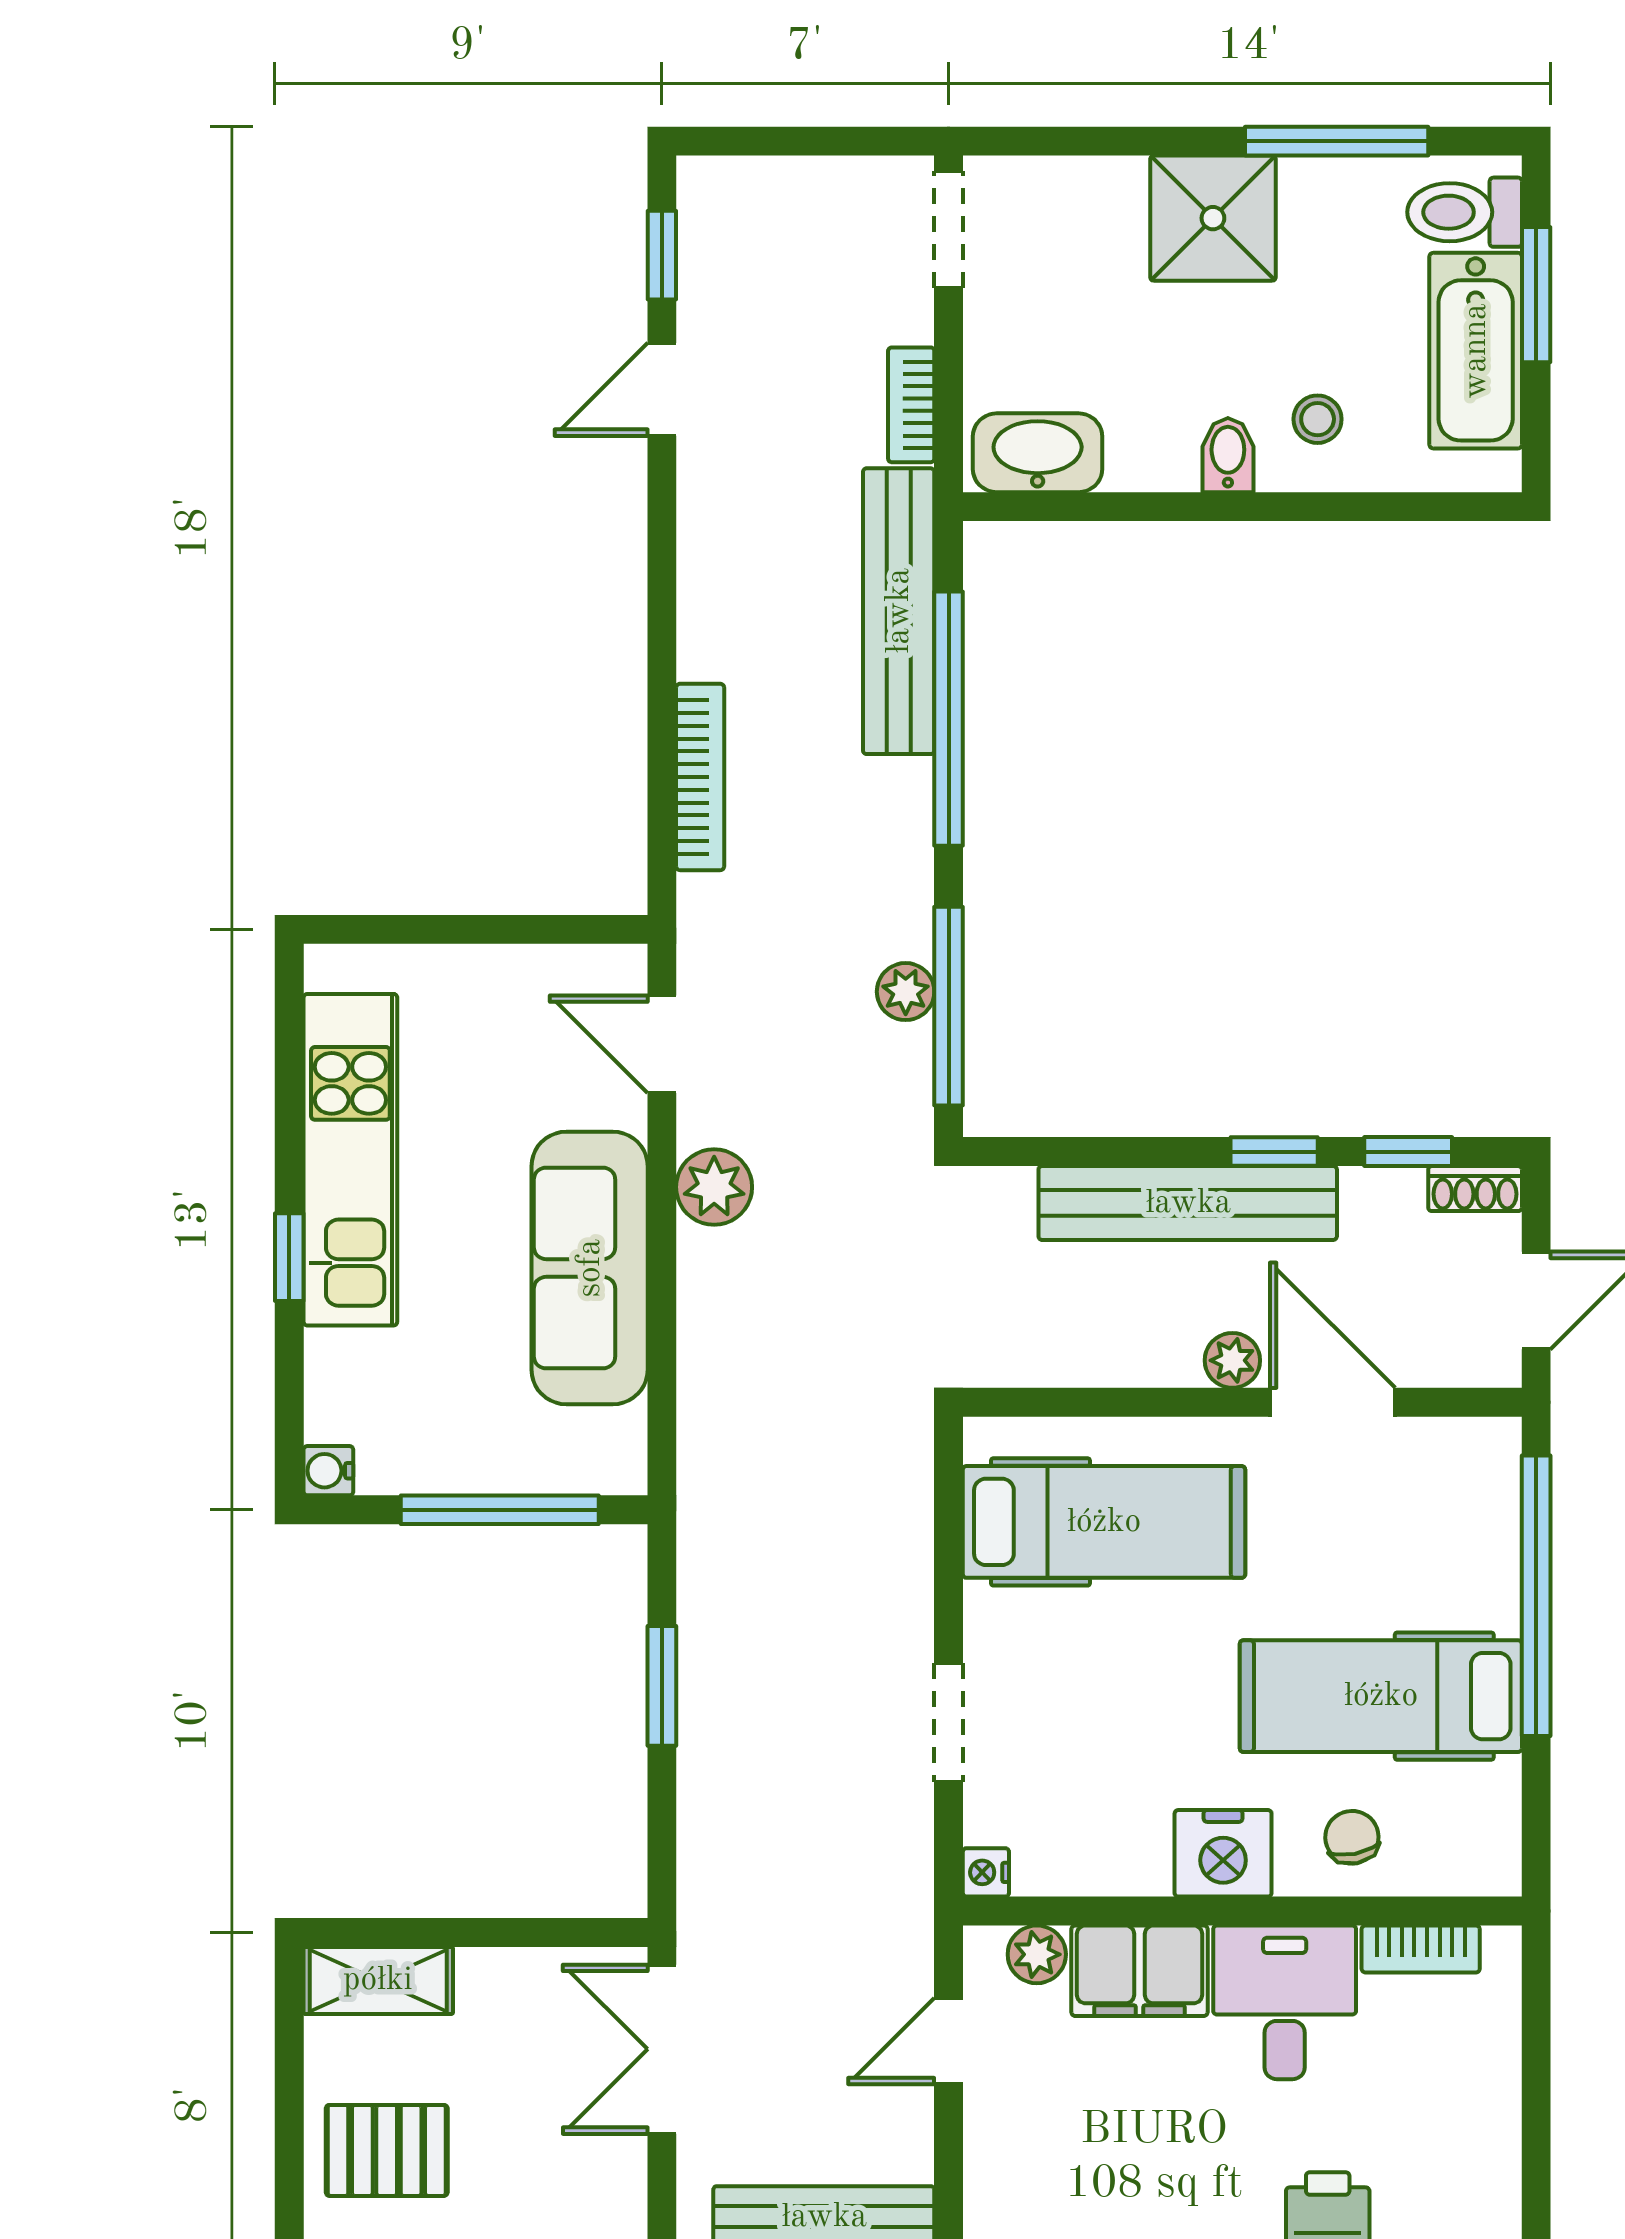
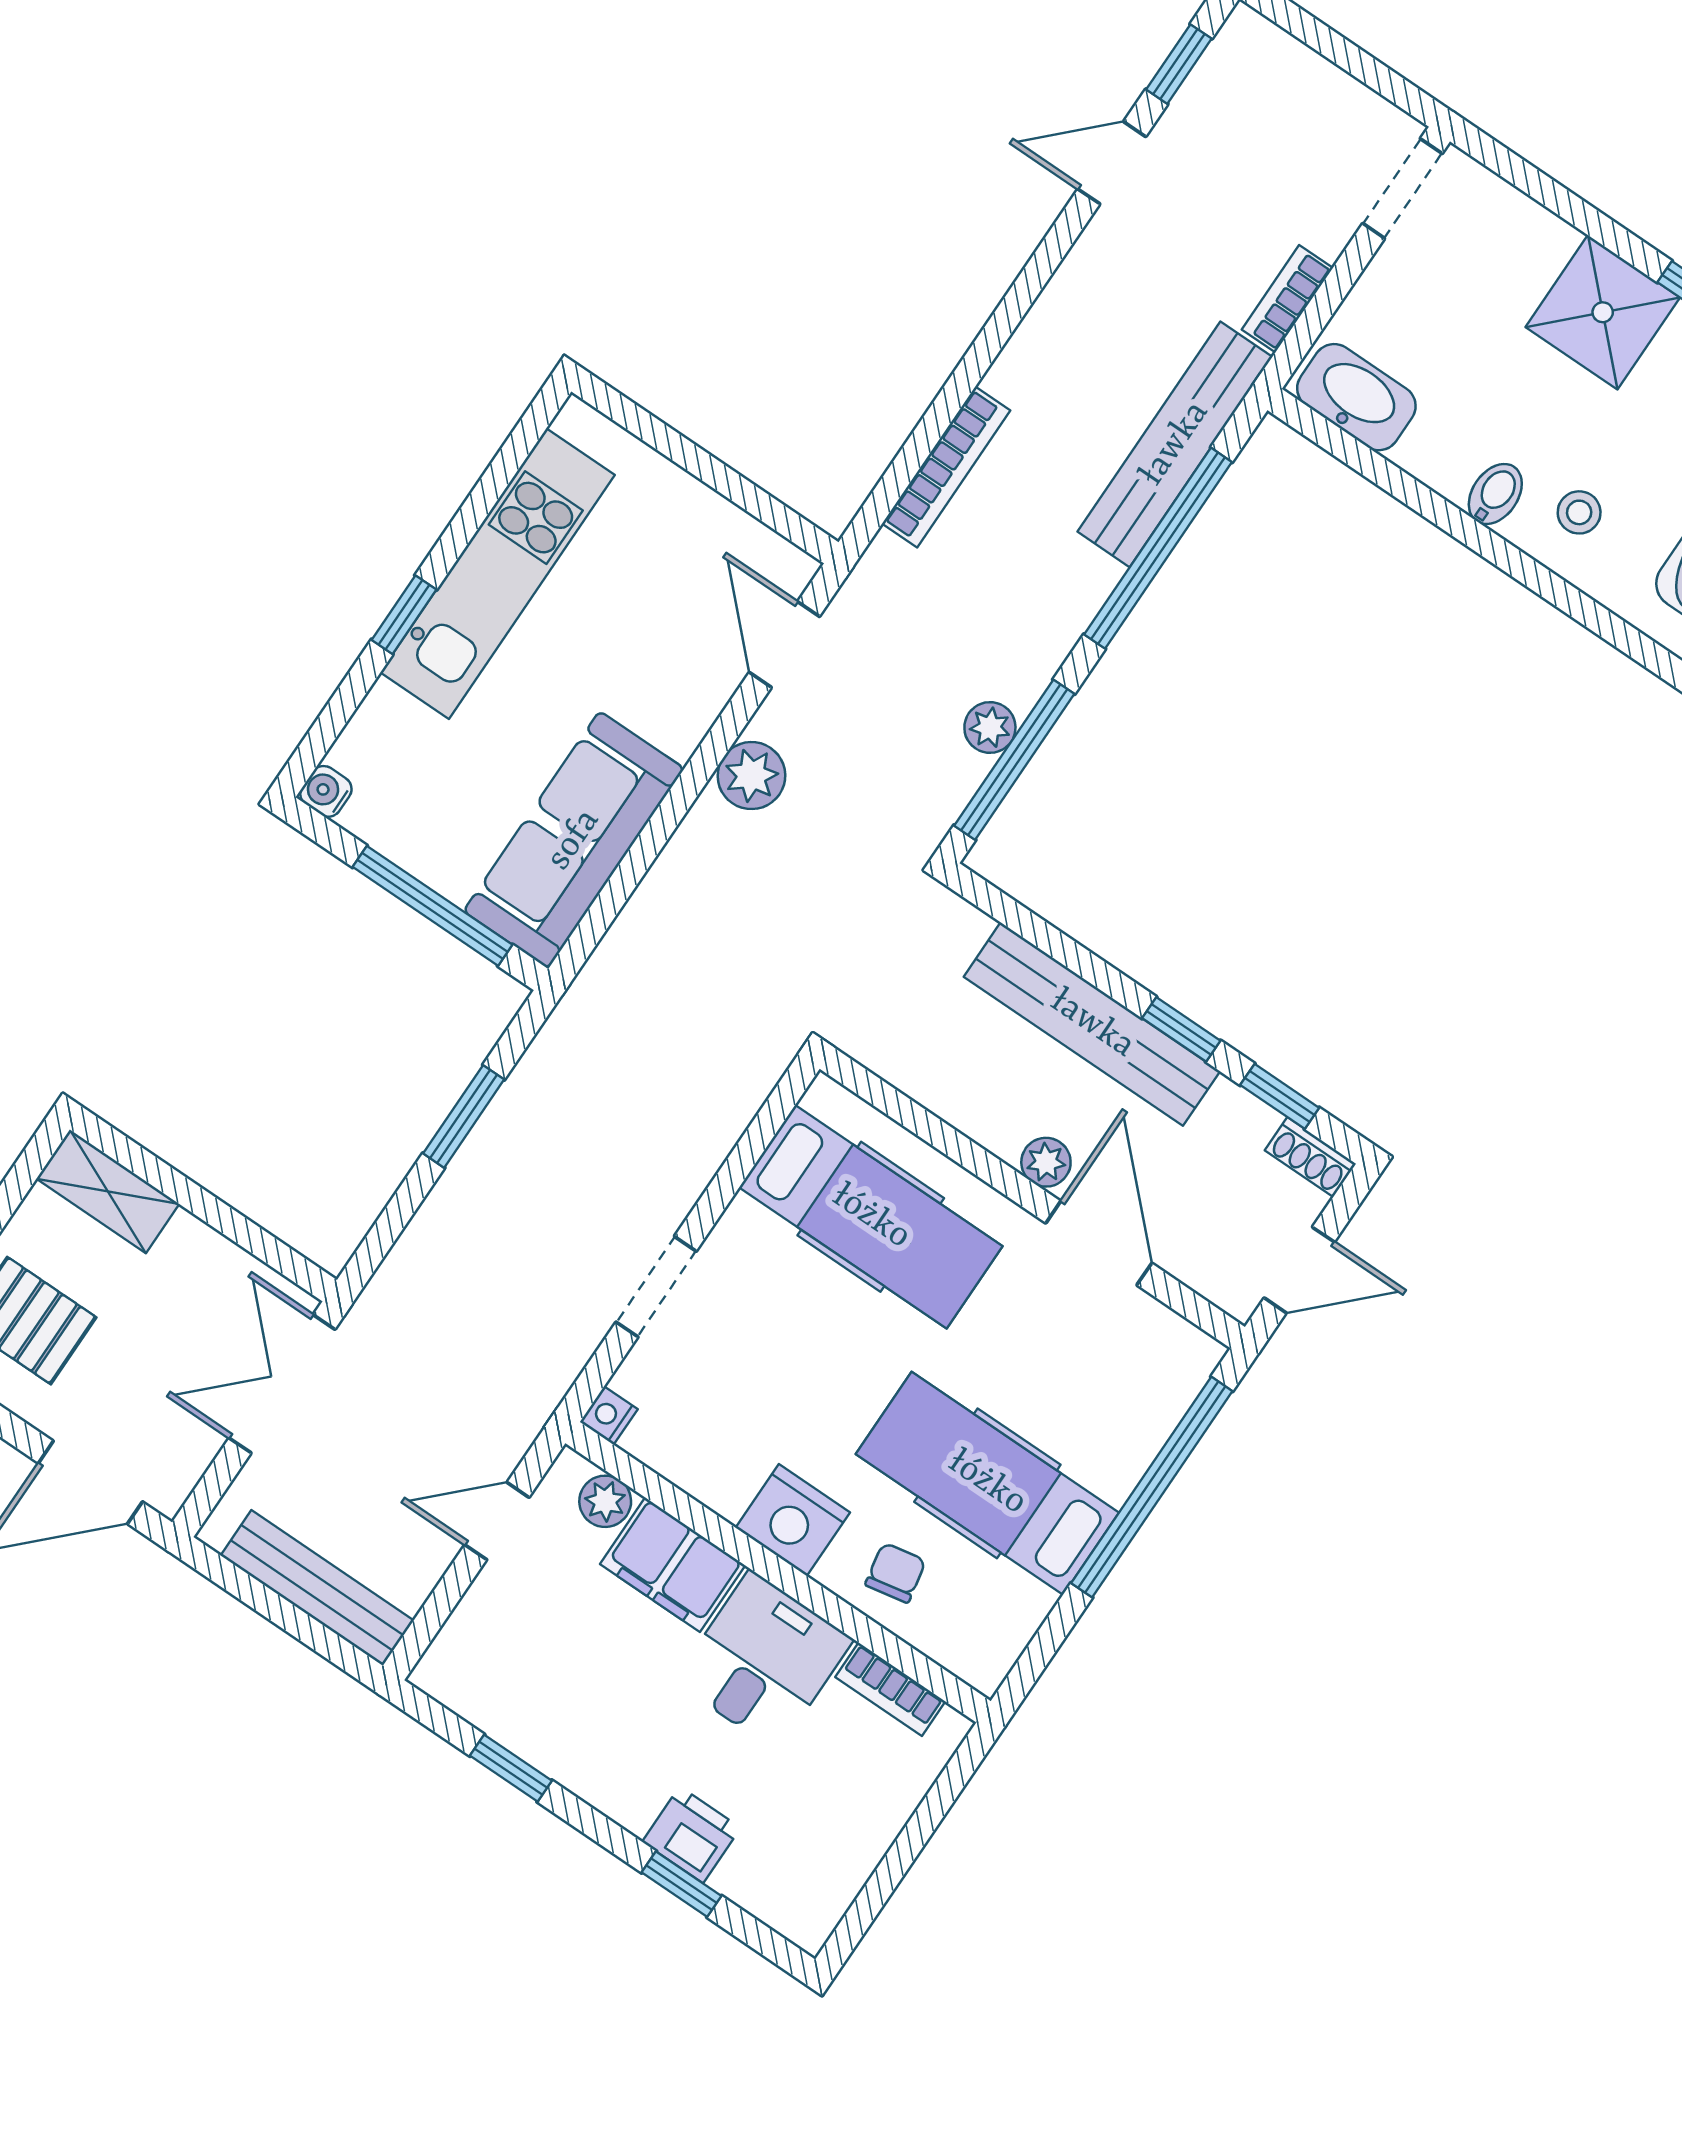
sofa: (590, 1268) -> (574, 840), moved

